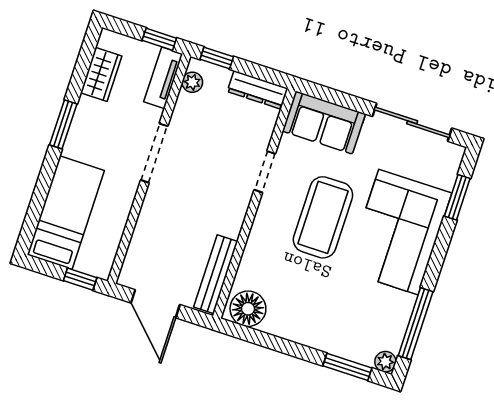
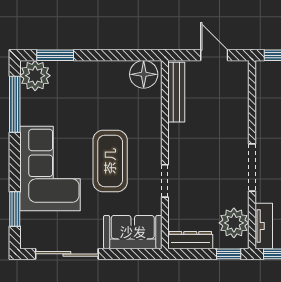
plant: (192, 82) -> (234, 223), width x1.88, depth x1.88
door: (155, 304) -> (214, 55), width x0.73
plant: (385, 362) -> (35, 76), width x1.88, depth x1.88

